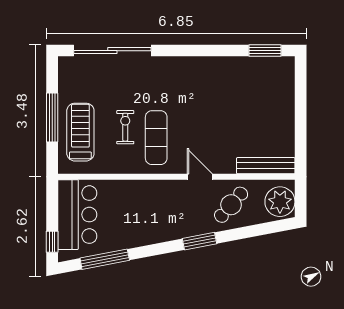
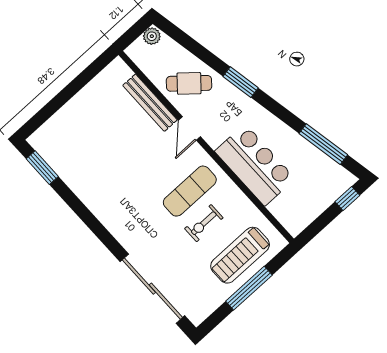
bench: (266, 166) -> (150, 103), moved
plant: (280, 202) -> (152, 36), width x0.53, depth x0.53
bar counter: (77, 215) -> (255, 165), moved, turned 90

